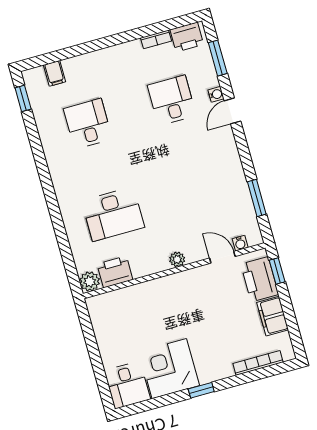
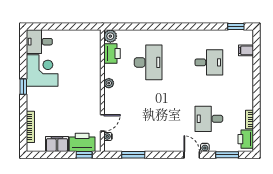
desk: (172, 100) -> (209, 119), turned 180
desk: (113, 214) -> (148, 62), turned 180
plant: (177, 259) -> (109, 83), moved

